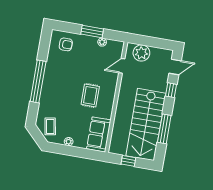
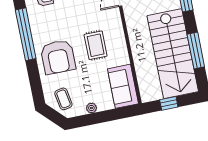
window: (38, 81) -> (26, 34), moved
armchair: (58, 93) -> (58, 57), added

